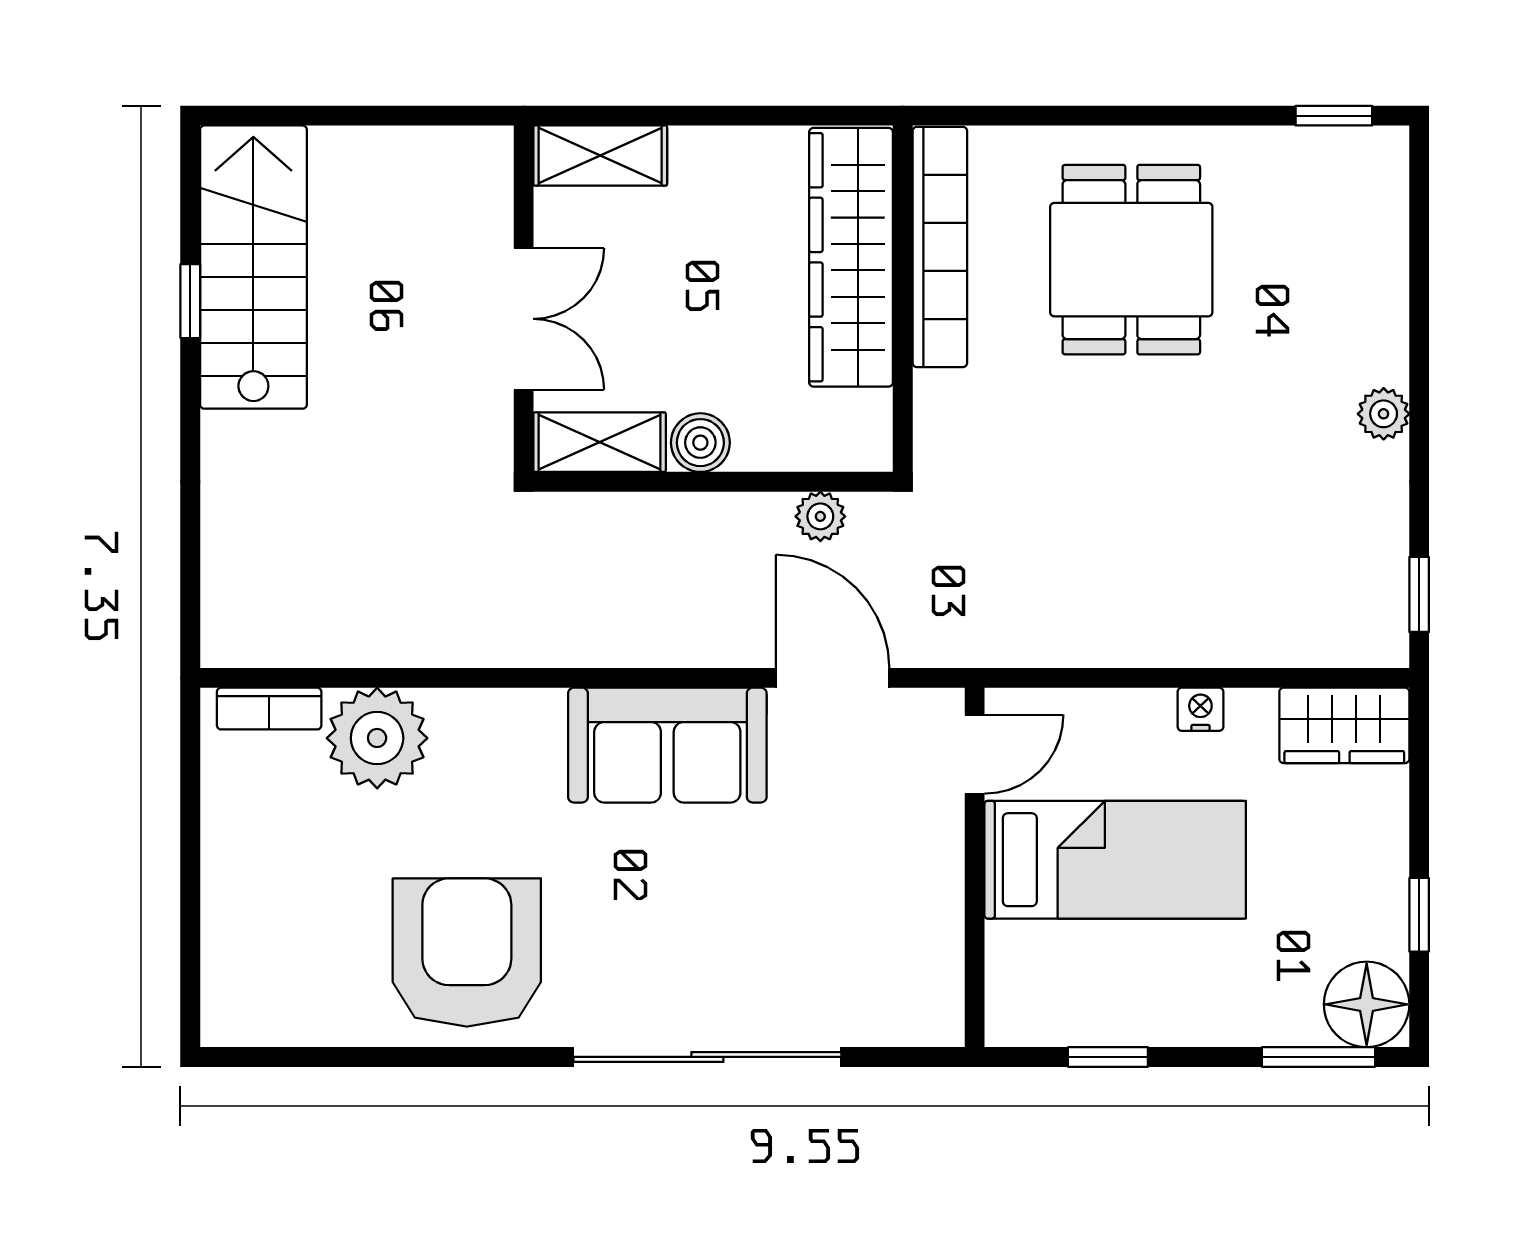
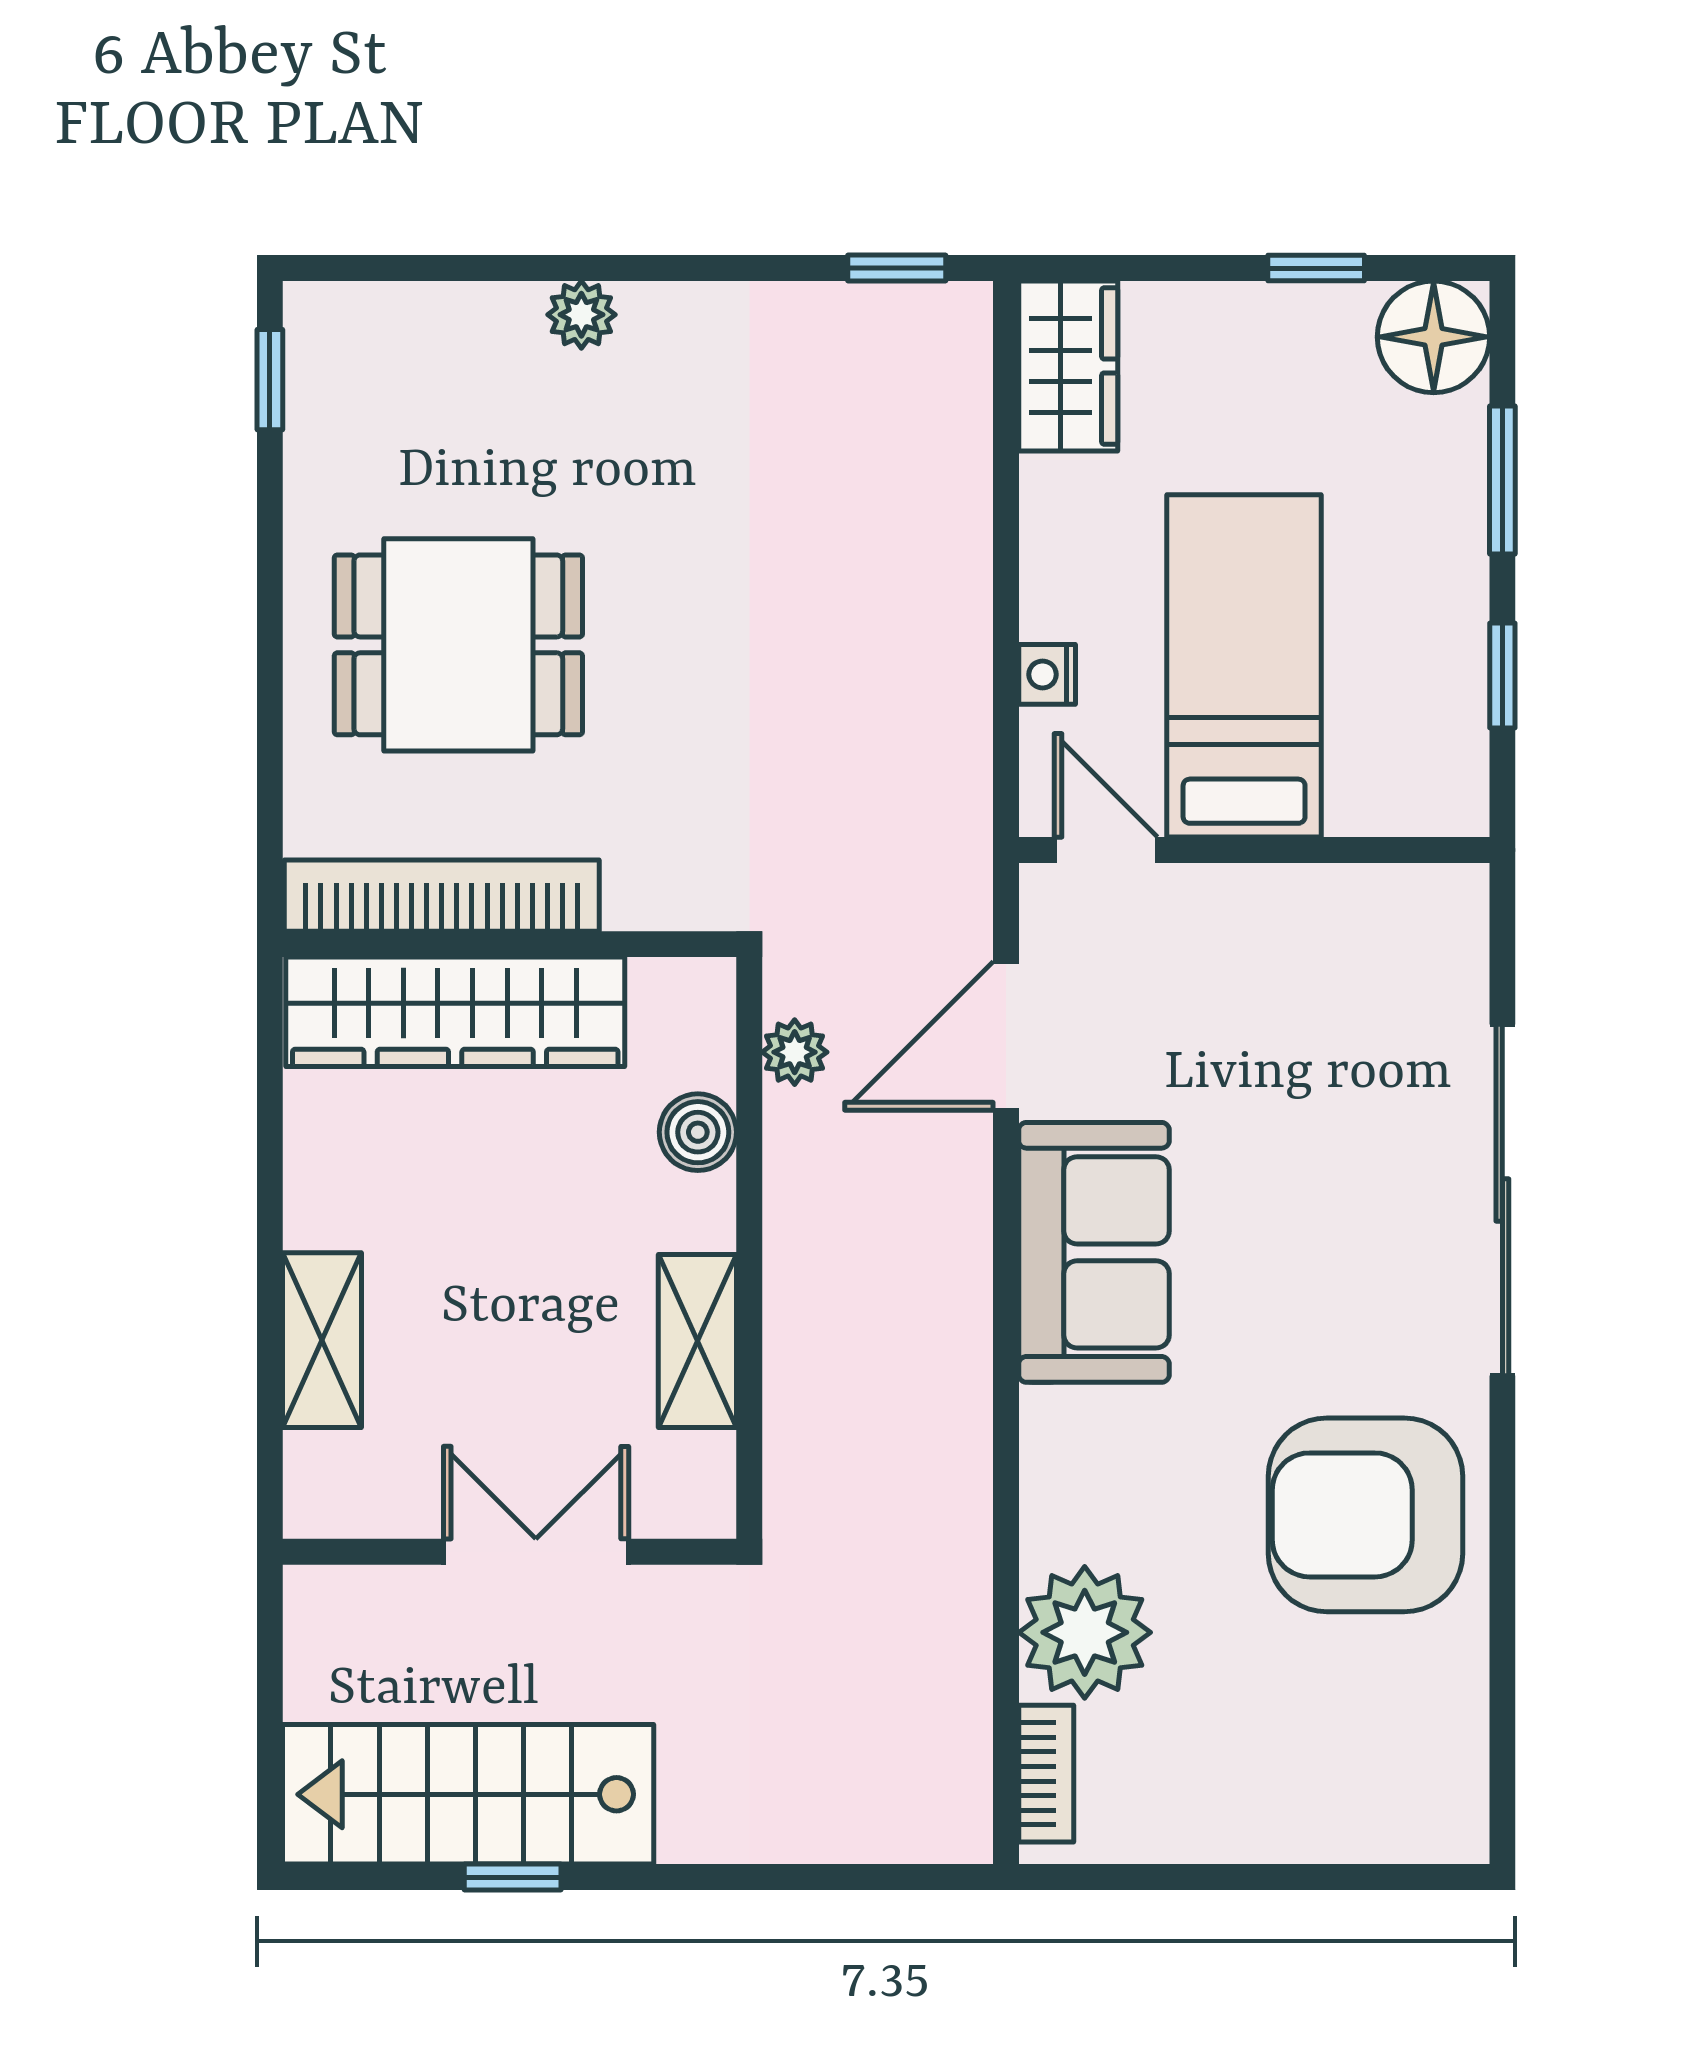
wall: (524, 299) -> (510, 1552), moved
double door: (524, 319) -> (536, 1552), moved
plant: (1384, 414) -> (581, 315), moved
boiler: (700, 443) -> (698, 1132), moved
nightstand: (1200, 709) -> (1047, 674), moved
window: (1318, 1057) -> (1502, 480), moved

